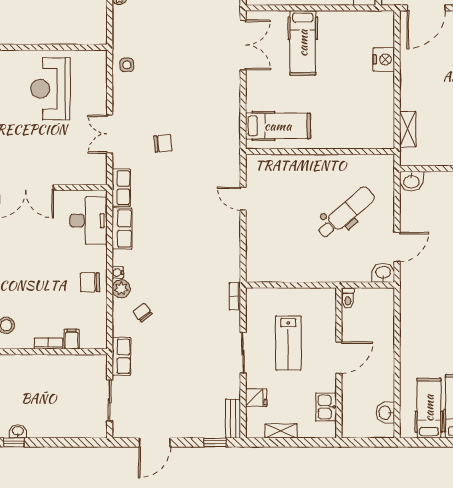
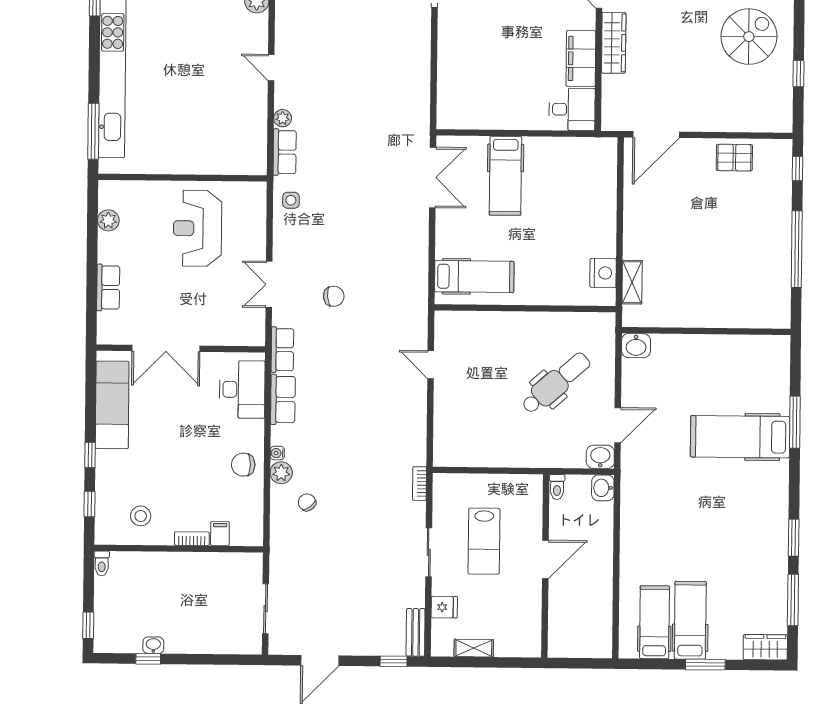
nightstand: (384, 59) -> (603, 273), moved
row of seats: (121, 356) -> (285, 152), moved
kitchen sink: (326, 407) -> (529, 619), removed
washbasin: (385, 413) -> (603, 488), moved

